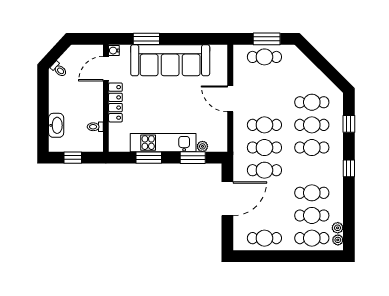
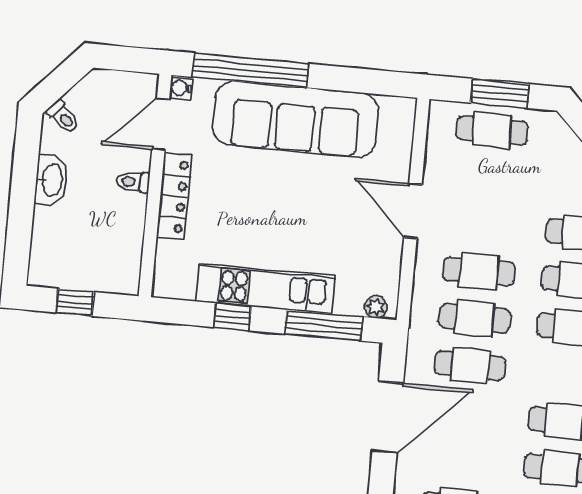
window: (146, 39) -> (251, 70), width x2.11
washbasin: (56, 125) -> (51, 180), moved
toilet: (95, 127) -> (133, 182), moved
plant: (202, 146) -> (376, 307), moved
window: (149, 158) -> (233, 317), width x0.67
window: (193, 158) -> (324, 325), width x1.44

